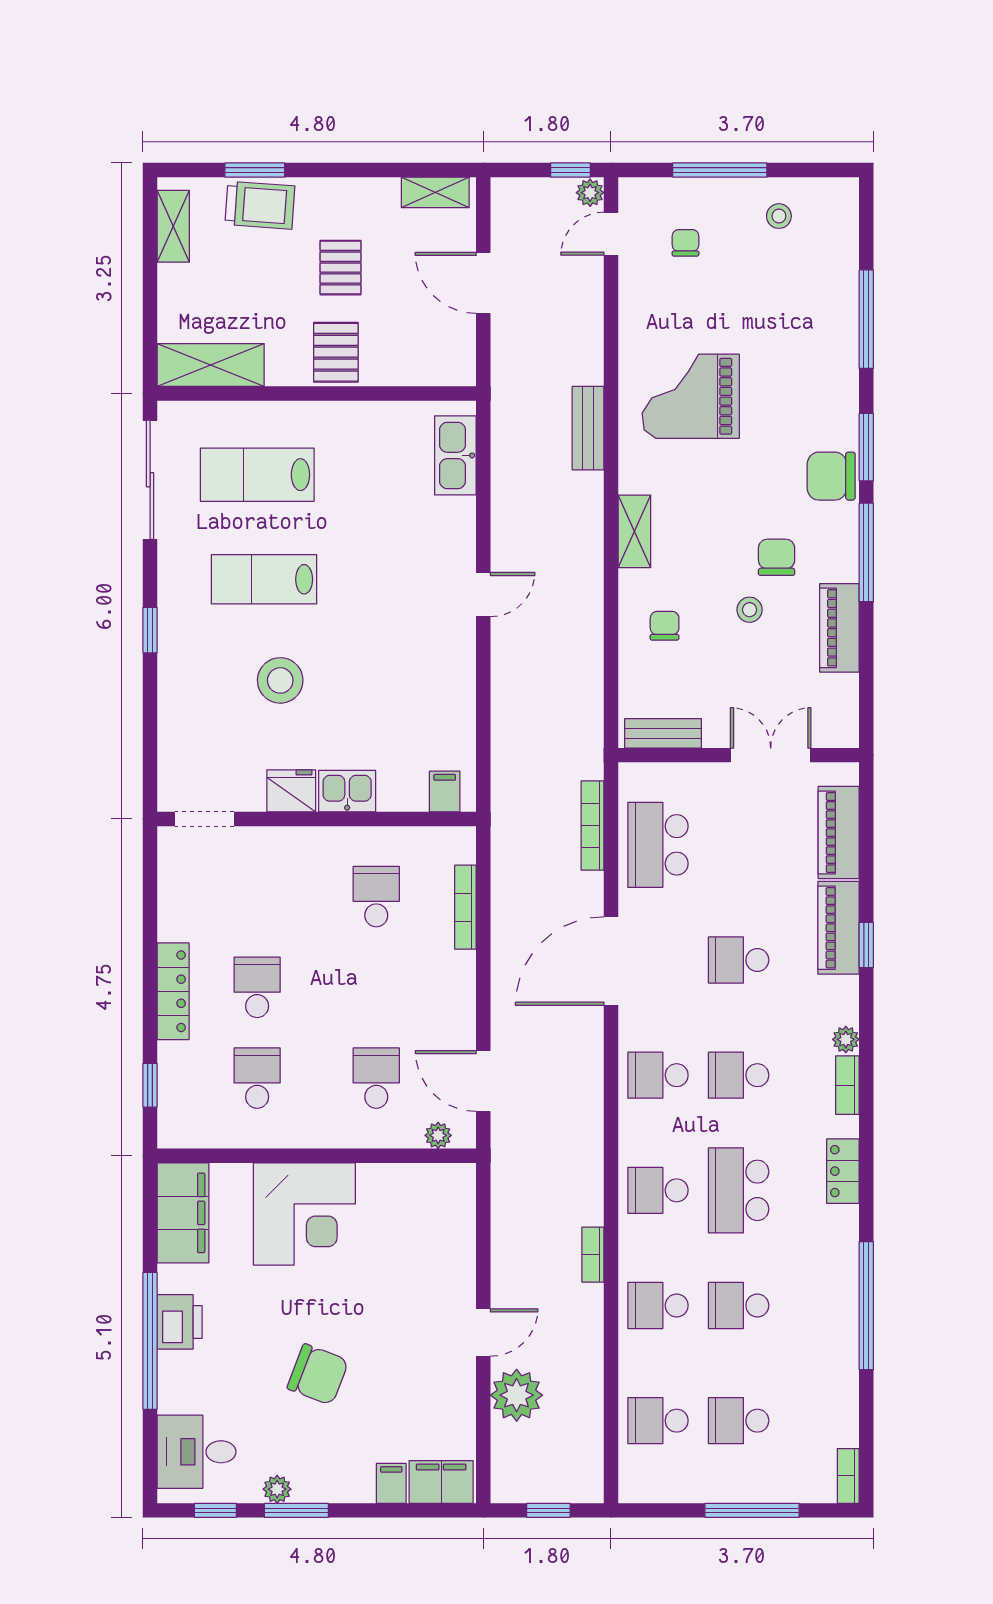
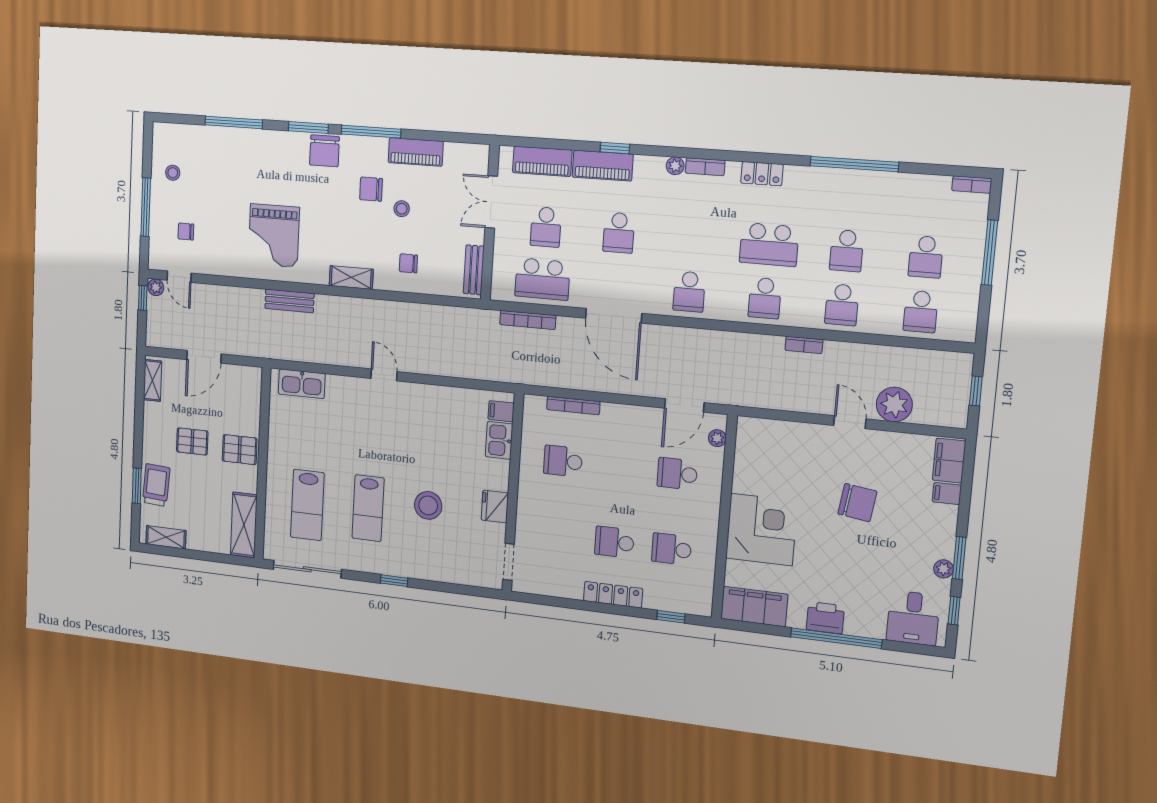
kitchen sink: (347, 791) -> (499, 440), moved
school desk: (739, 1075) -> (546, 227), moved
chair: (318, 1374) -> (857, 503), moved, turned 77

